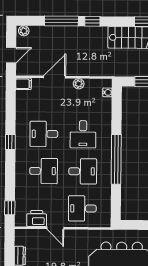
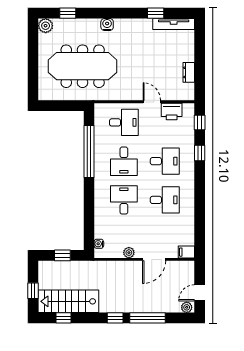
door: (11, 55) -> (200, 293), moved
window: (10, 142) -> (200, 153), moved
window: (116, 159) -> (89, 152), moved
desk: (44, 171) -> (165, 161), turned 180
desk: (83, 171) -> (124, 161), turned -90

